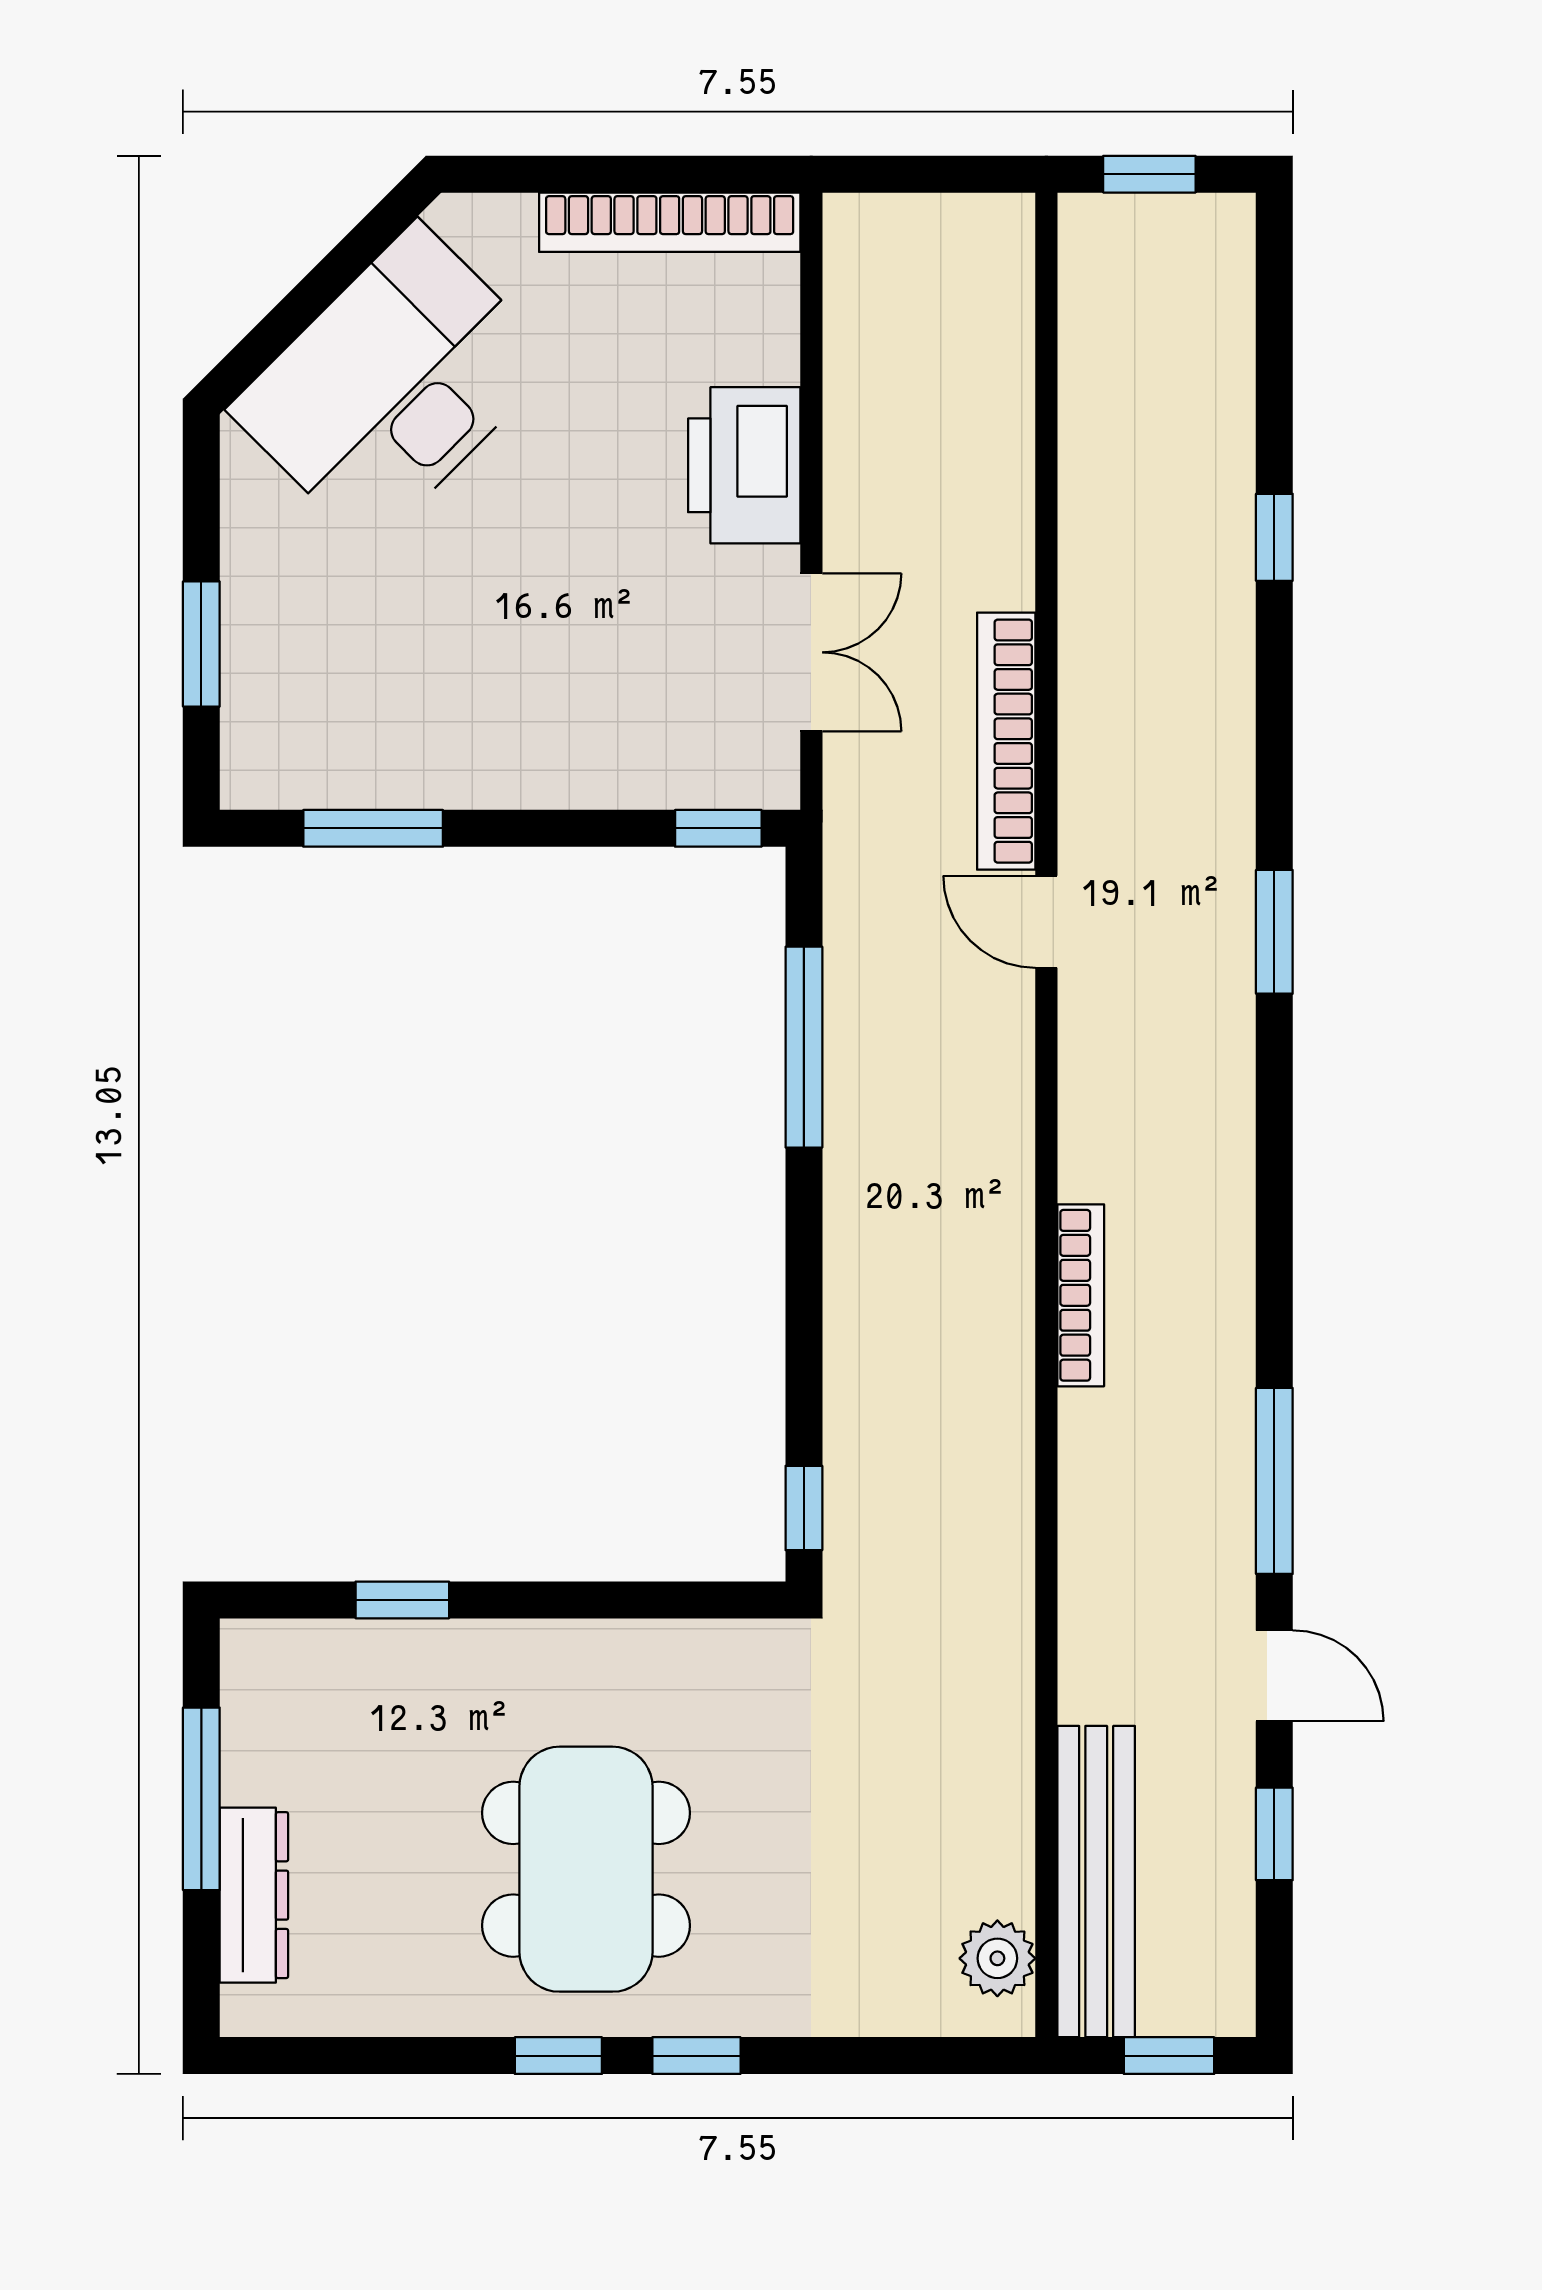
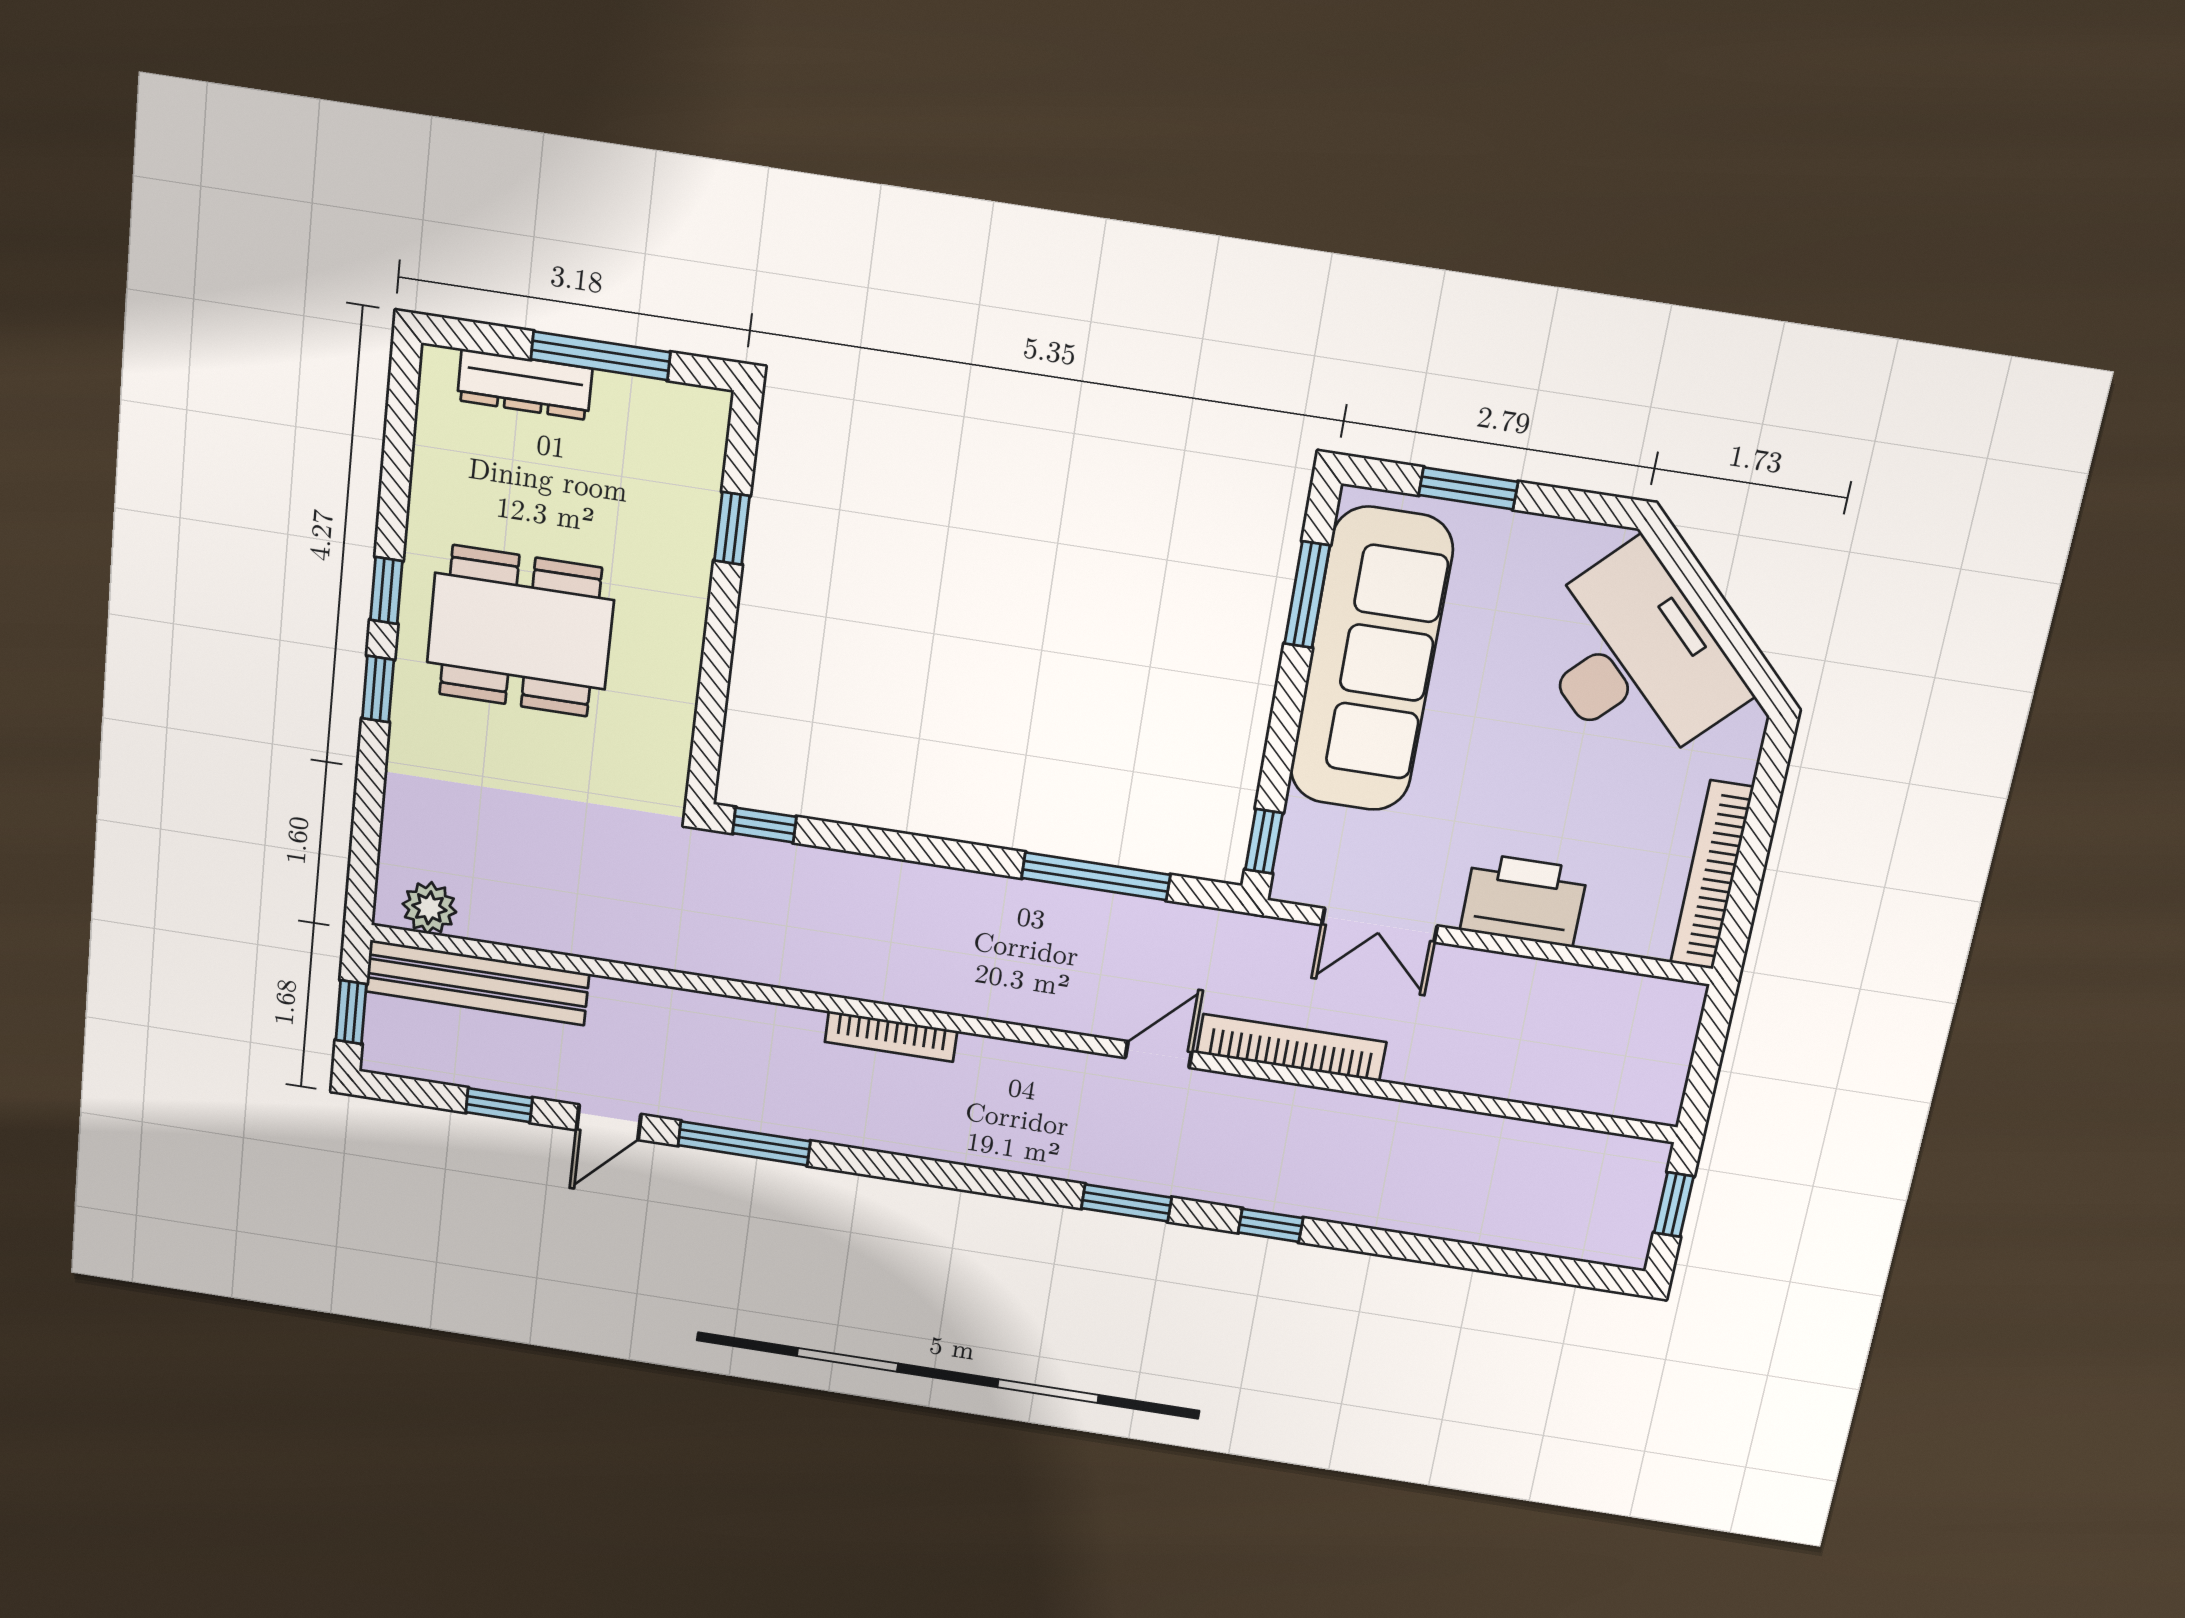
window: (1274, 537) -> (1271, 1225), moved
sofa: (448, 729) -> (1371, 660), added

